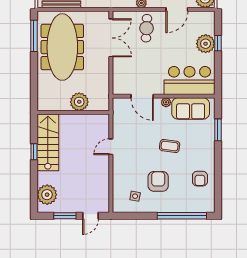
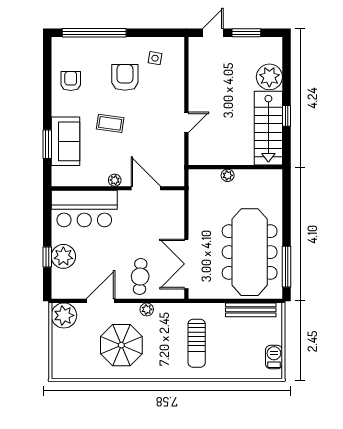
plant: (79, 102) -> (228, 175), width x0.53, depth x0.53
sofa: (191, 108) -> (65, 141), moved, turned 90
armchair: (158, 181) -> (125, 77), turned 180
plant: (47, 195) -> (269, 77), moved

